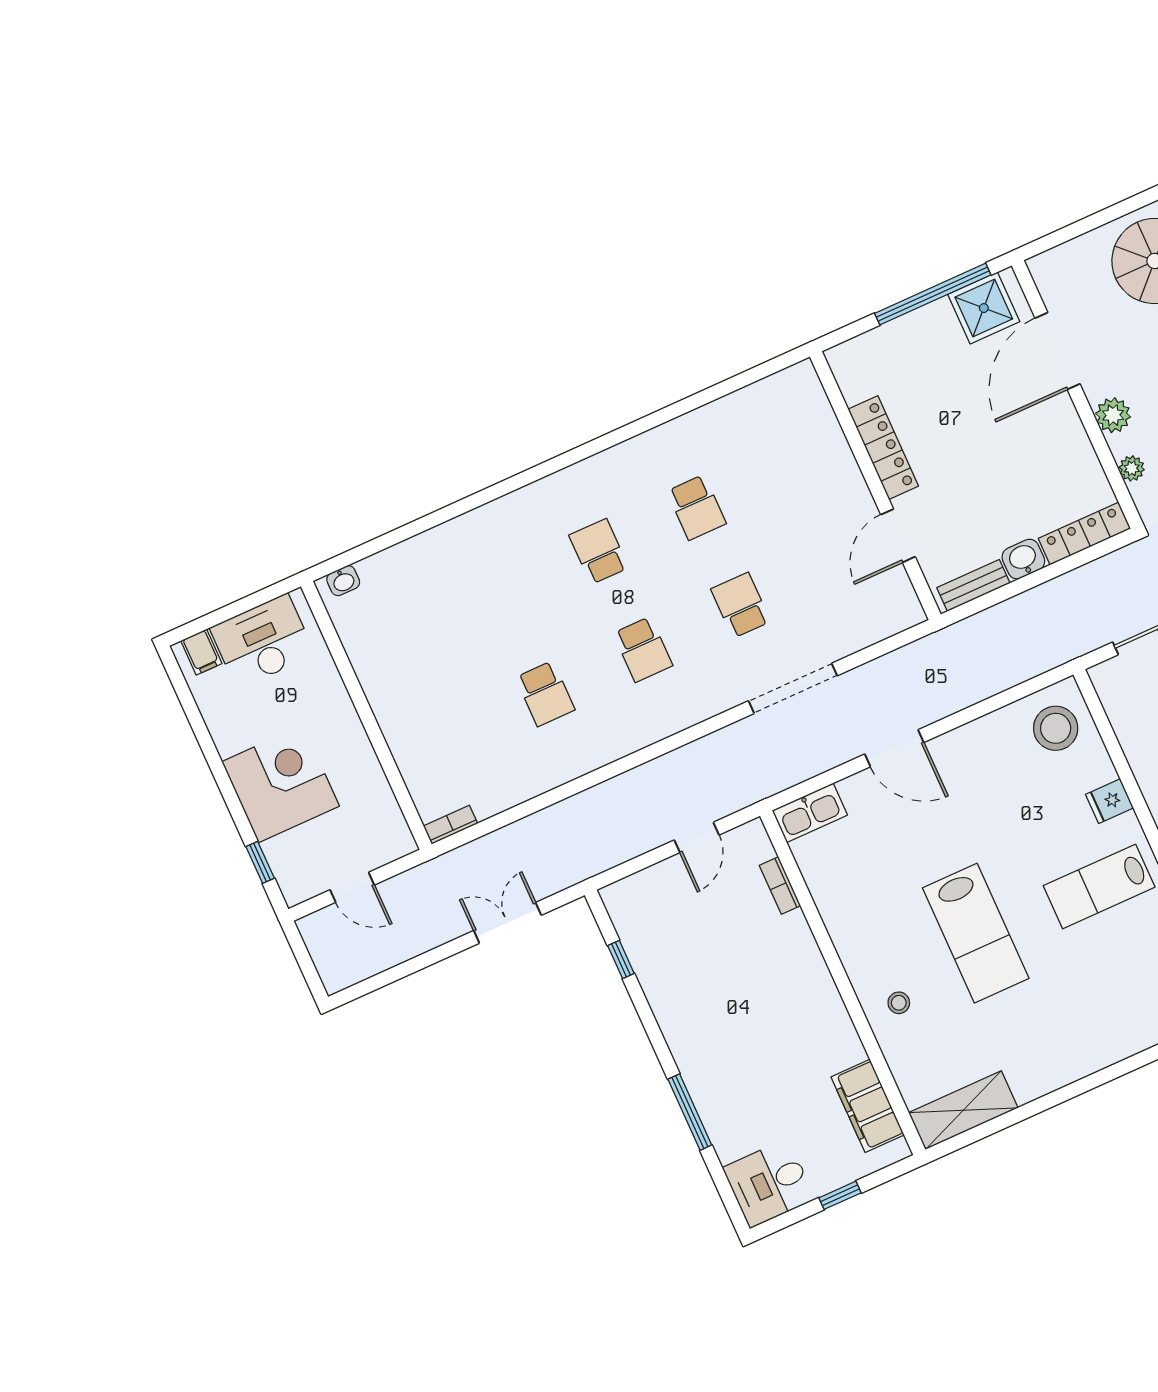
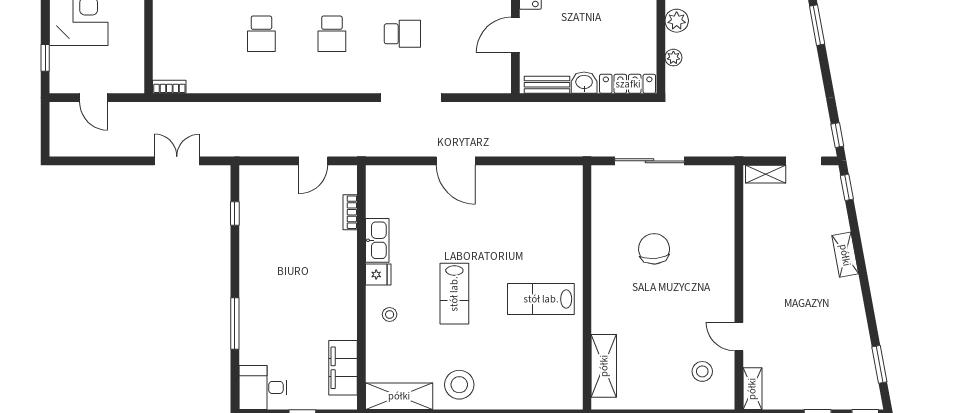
school desk: (741, 605) -> (402, 34), turned 90
stool: (1056, 728) -> (459, 385), moved
fridge: (1110, 801) -> (378, 274), moved, turned 180
kitchen sink: (810, 813) -> (377, 240), moved, turned -90
lab bench: (976, 933) -> (454, 294), width x0.73, depth x0.72

